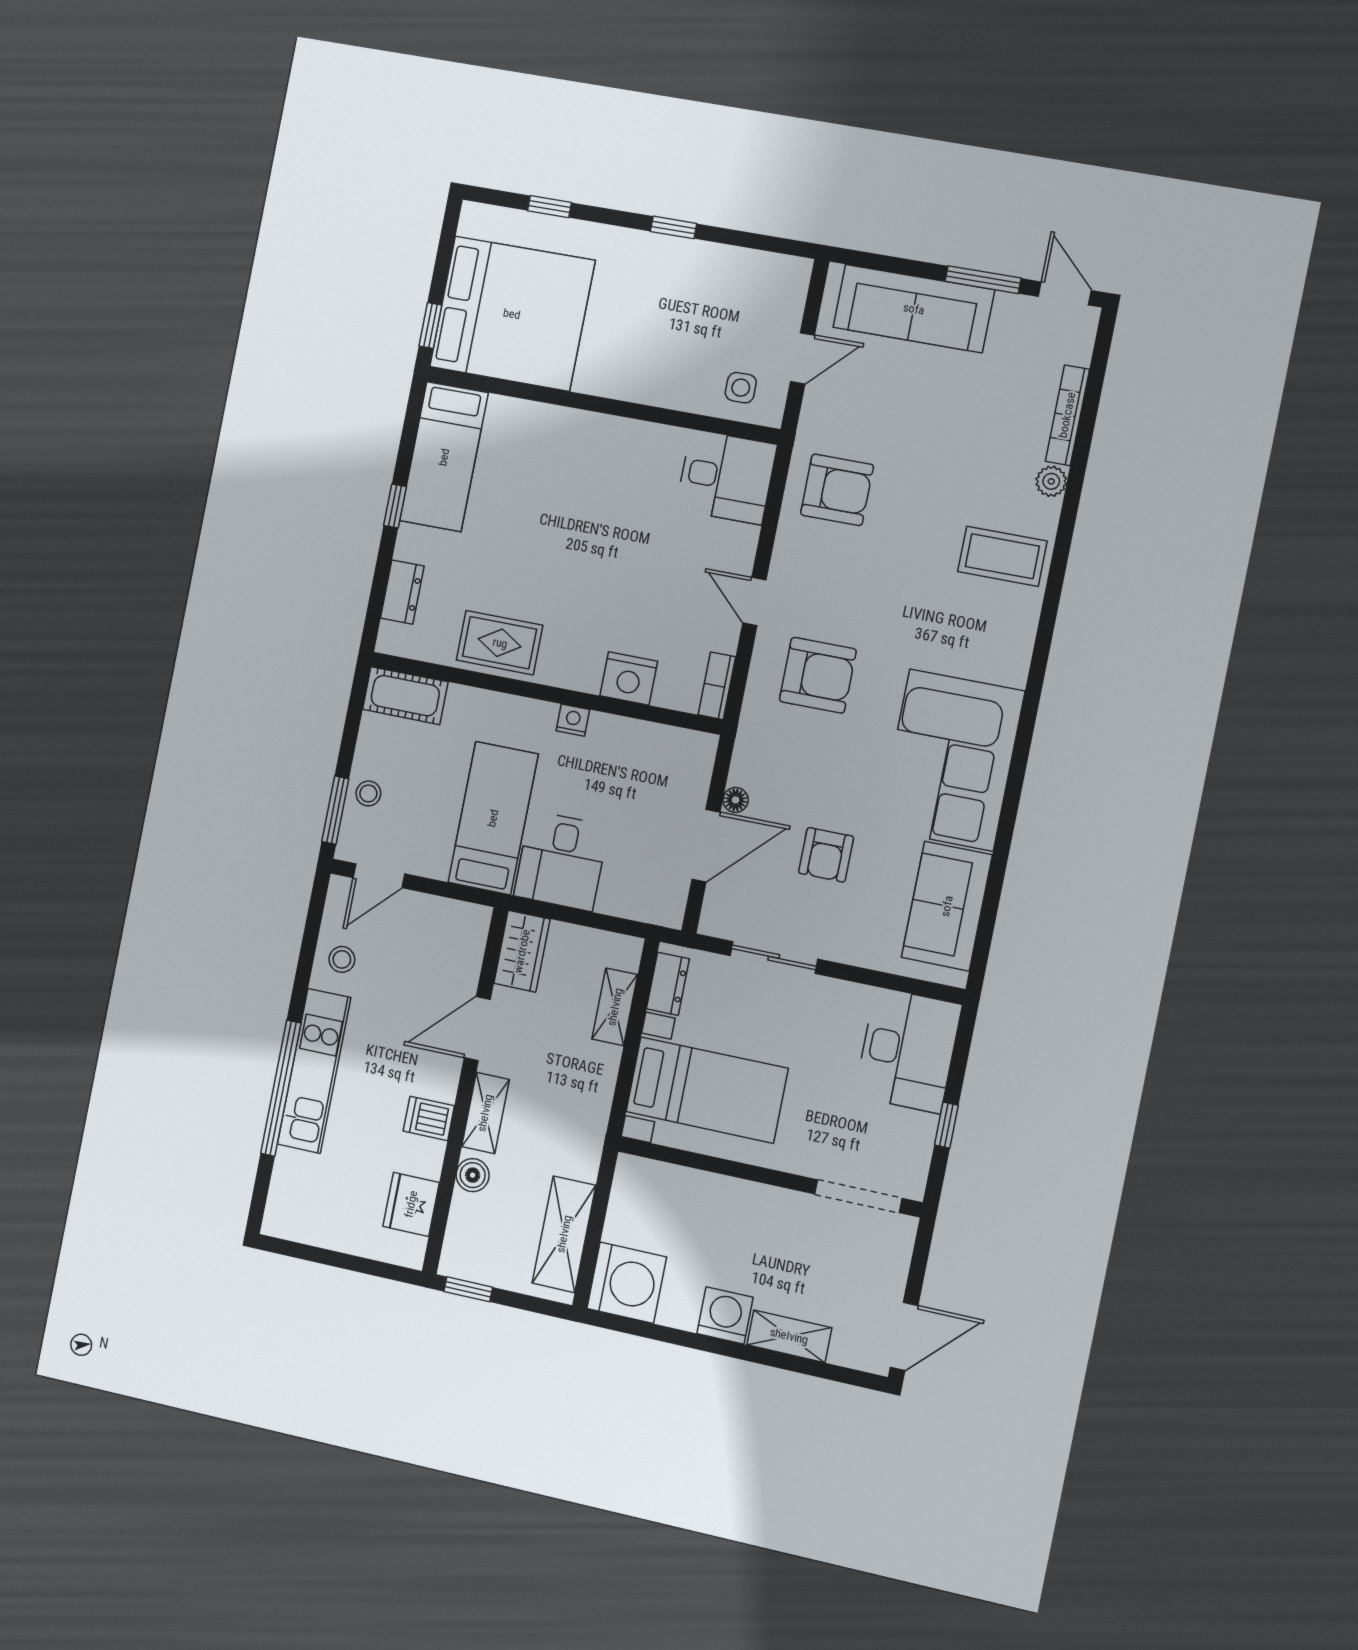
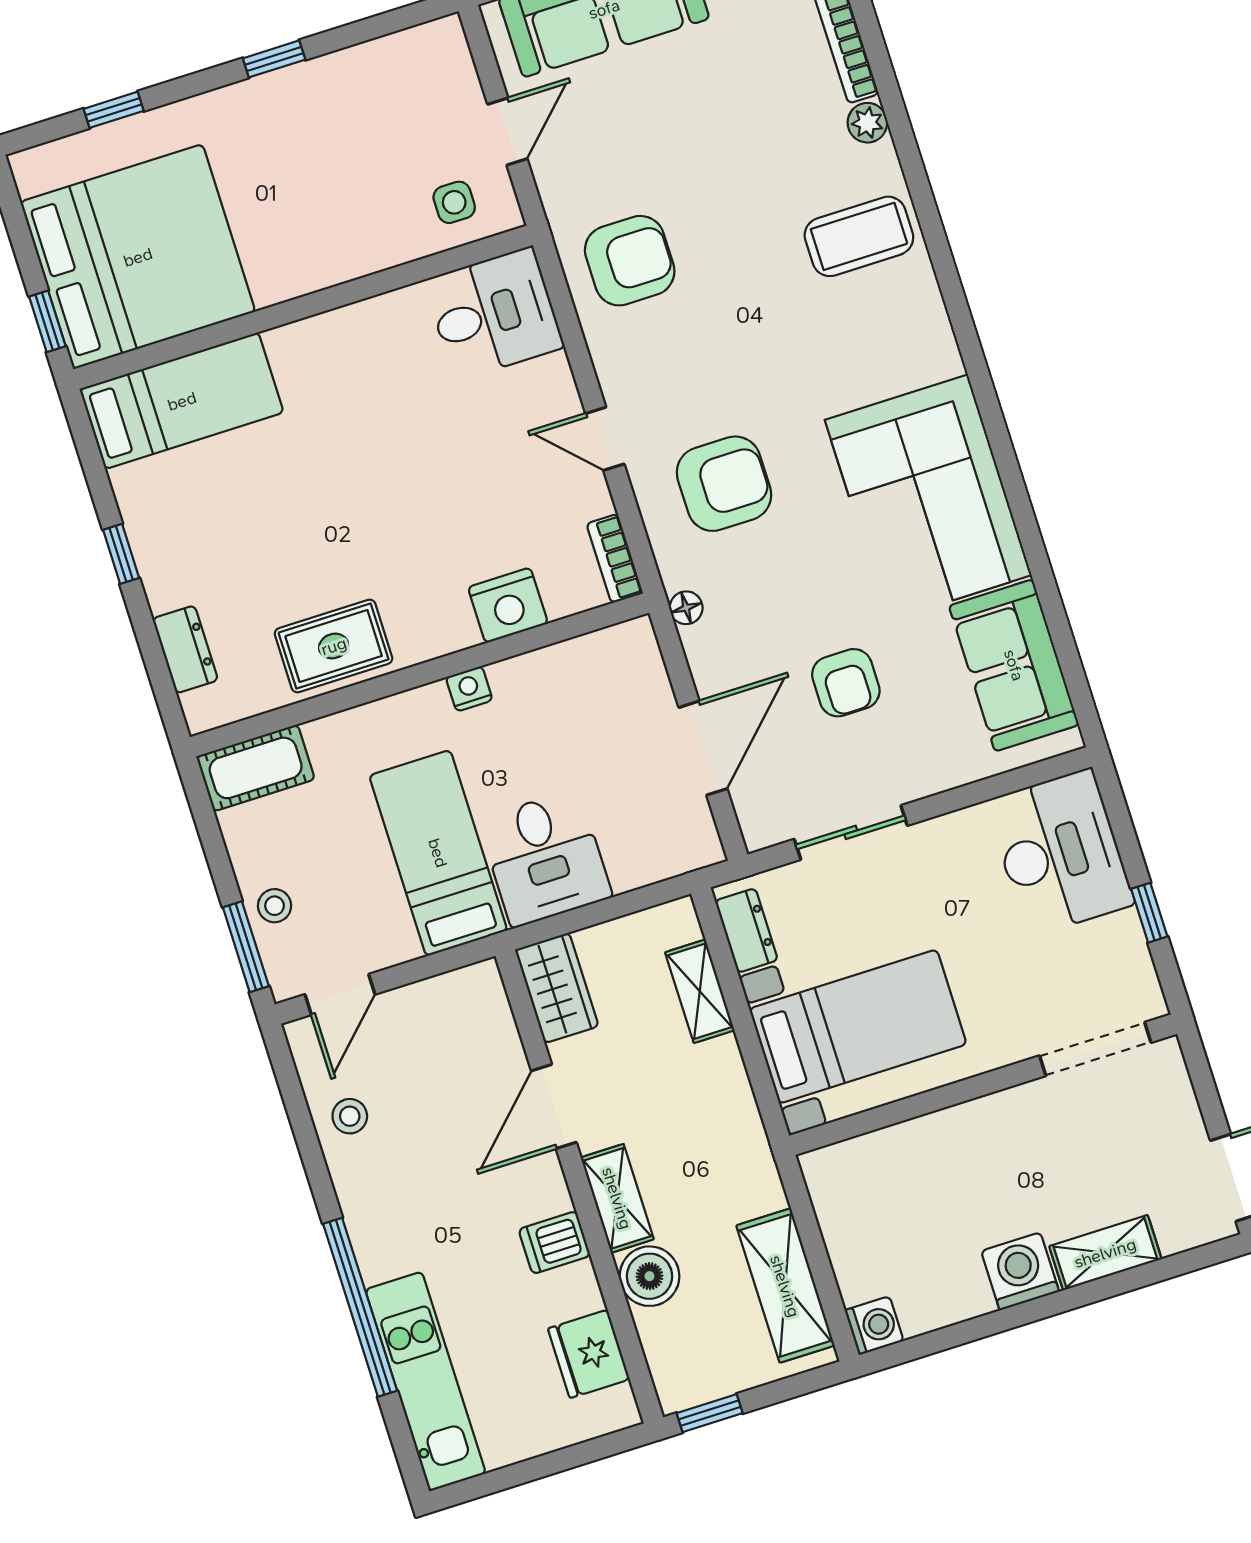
bed: (444, 457) -> (182, 401), moved, turned -90
floor lamp: (736, 800) -> (686, 608), moved
kitchen unit: (314, 1071) -> (426, 1381), moved
boiler: (473, 1175) -> (649, 1276), width x1.36, depth x1.36
washing machine: (627, 1283) -> (874, 1326), width x0.53, depth x0.53

